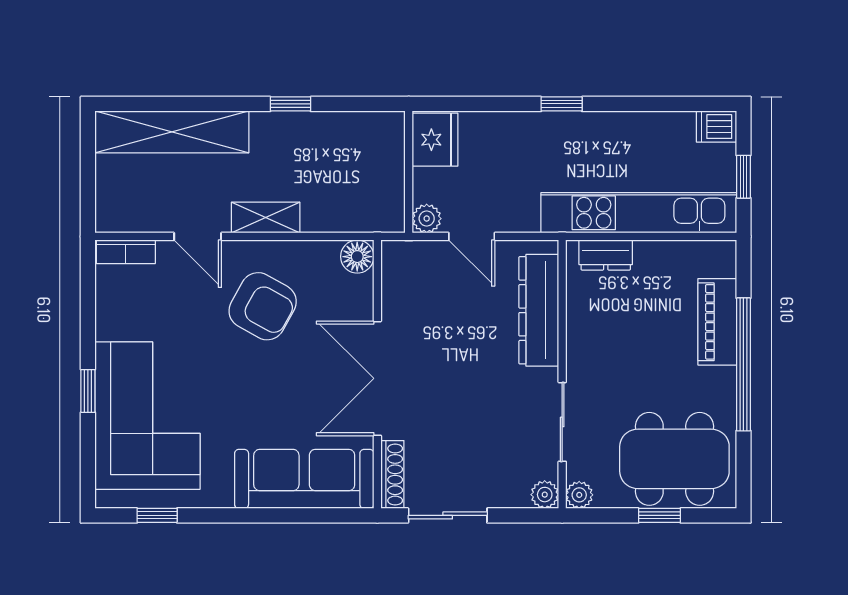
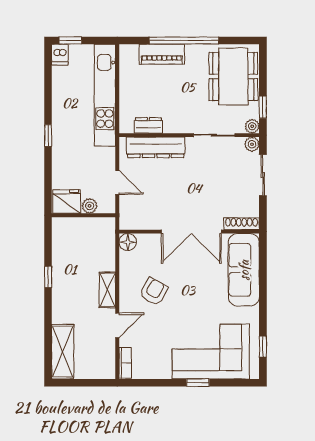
shelving: (172, 132) -> (63, 352), width x0.68
window: (743, 177) -> (70, 40), moved
plant: (427, 219) -> (90, 206), moved
door: (472, 236) -> (117, 182), hinge flipped
dresser: (606, 255) -> (148, 125), moved, turned -90
armchair: (263, 306) -> (154, 291), width x0.72, depth x0.72
sliding door: (448, 515) -> (263, 175), moved
window: (659, 515) -> (263, 107), moved

